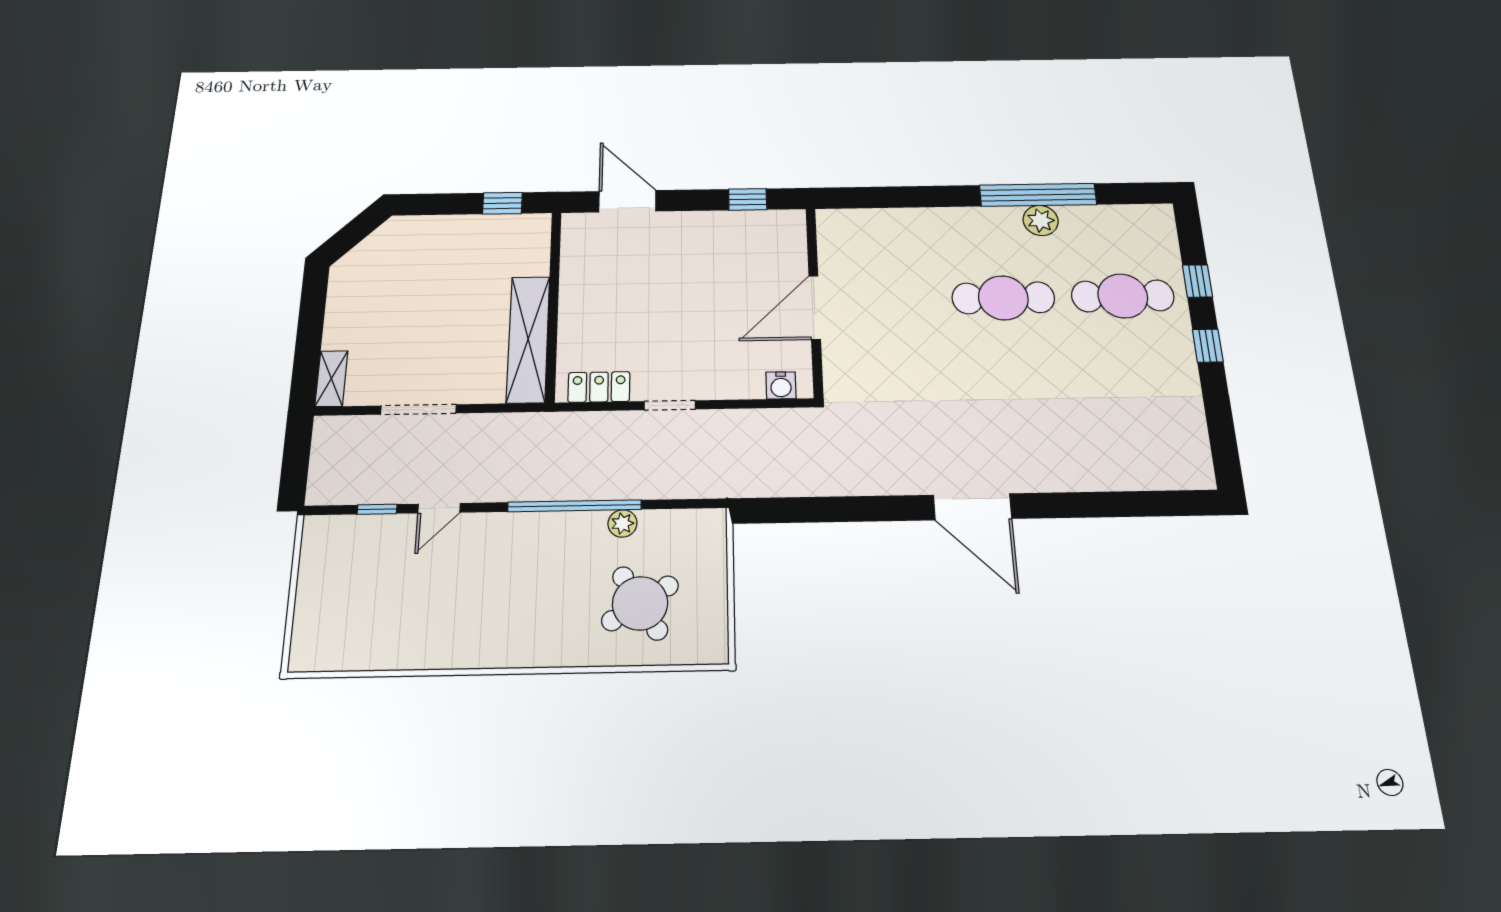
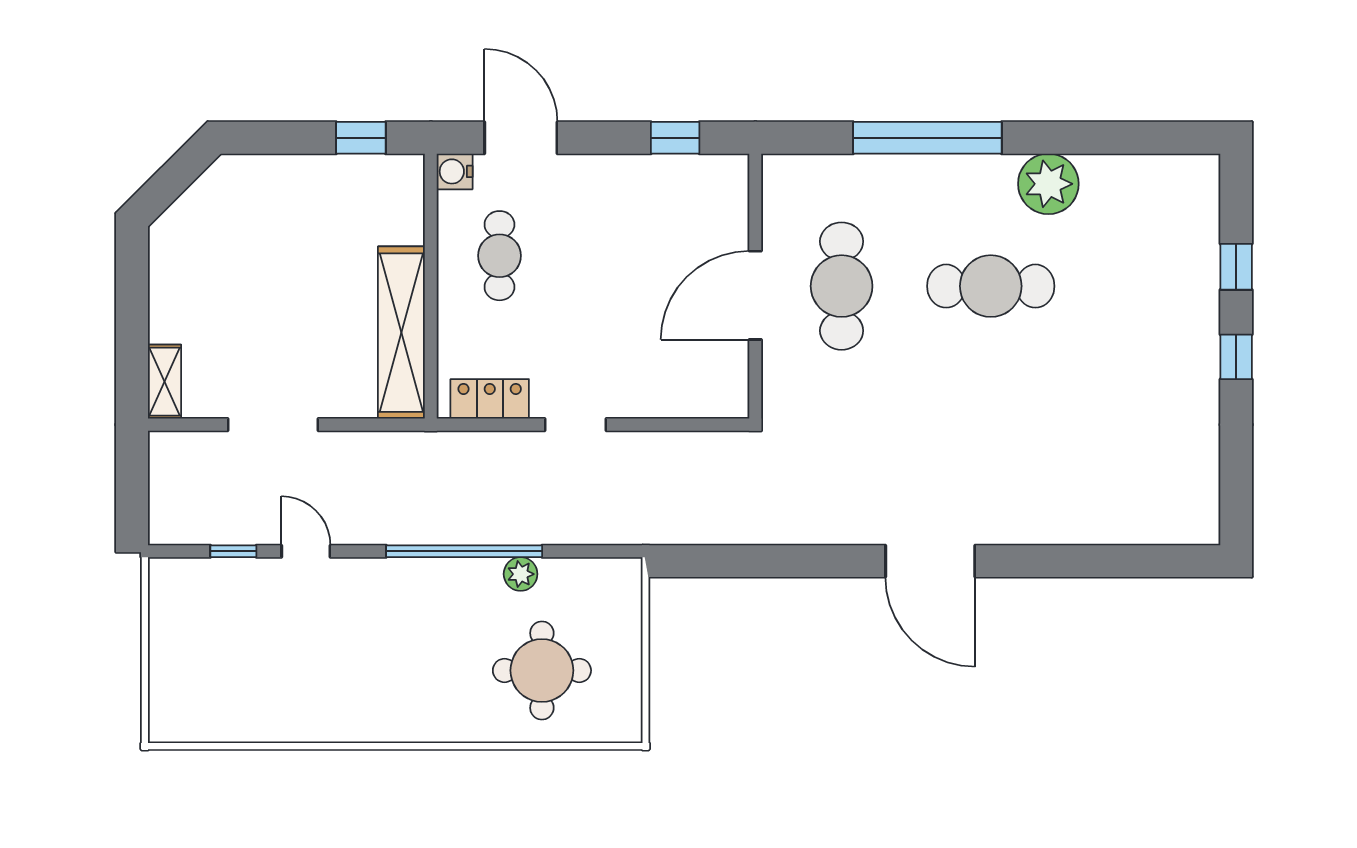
window: (1038, 195) -> (927, 138), moved
plant: (1041, 220) -> (1048, 184), width x1.36, depth x1.36
cafe table: (609, 283) -> (499, 256), added
cafe table: (1123, 296) -> (842, 286), moved, turned 90
water cooler: (781, 385) -> (455, 171), moved, turned 90
door: (439, 508) -> (306, 551), swing flipped
round table: (640, 603) -> (542, 670), turned 32

